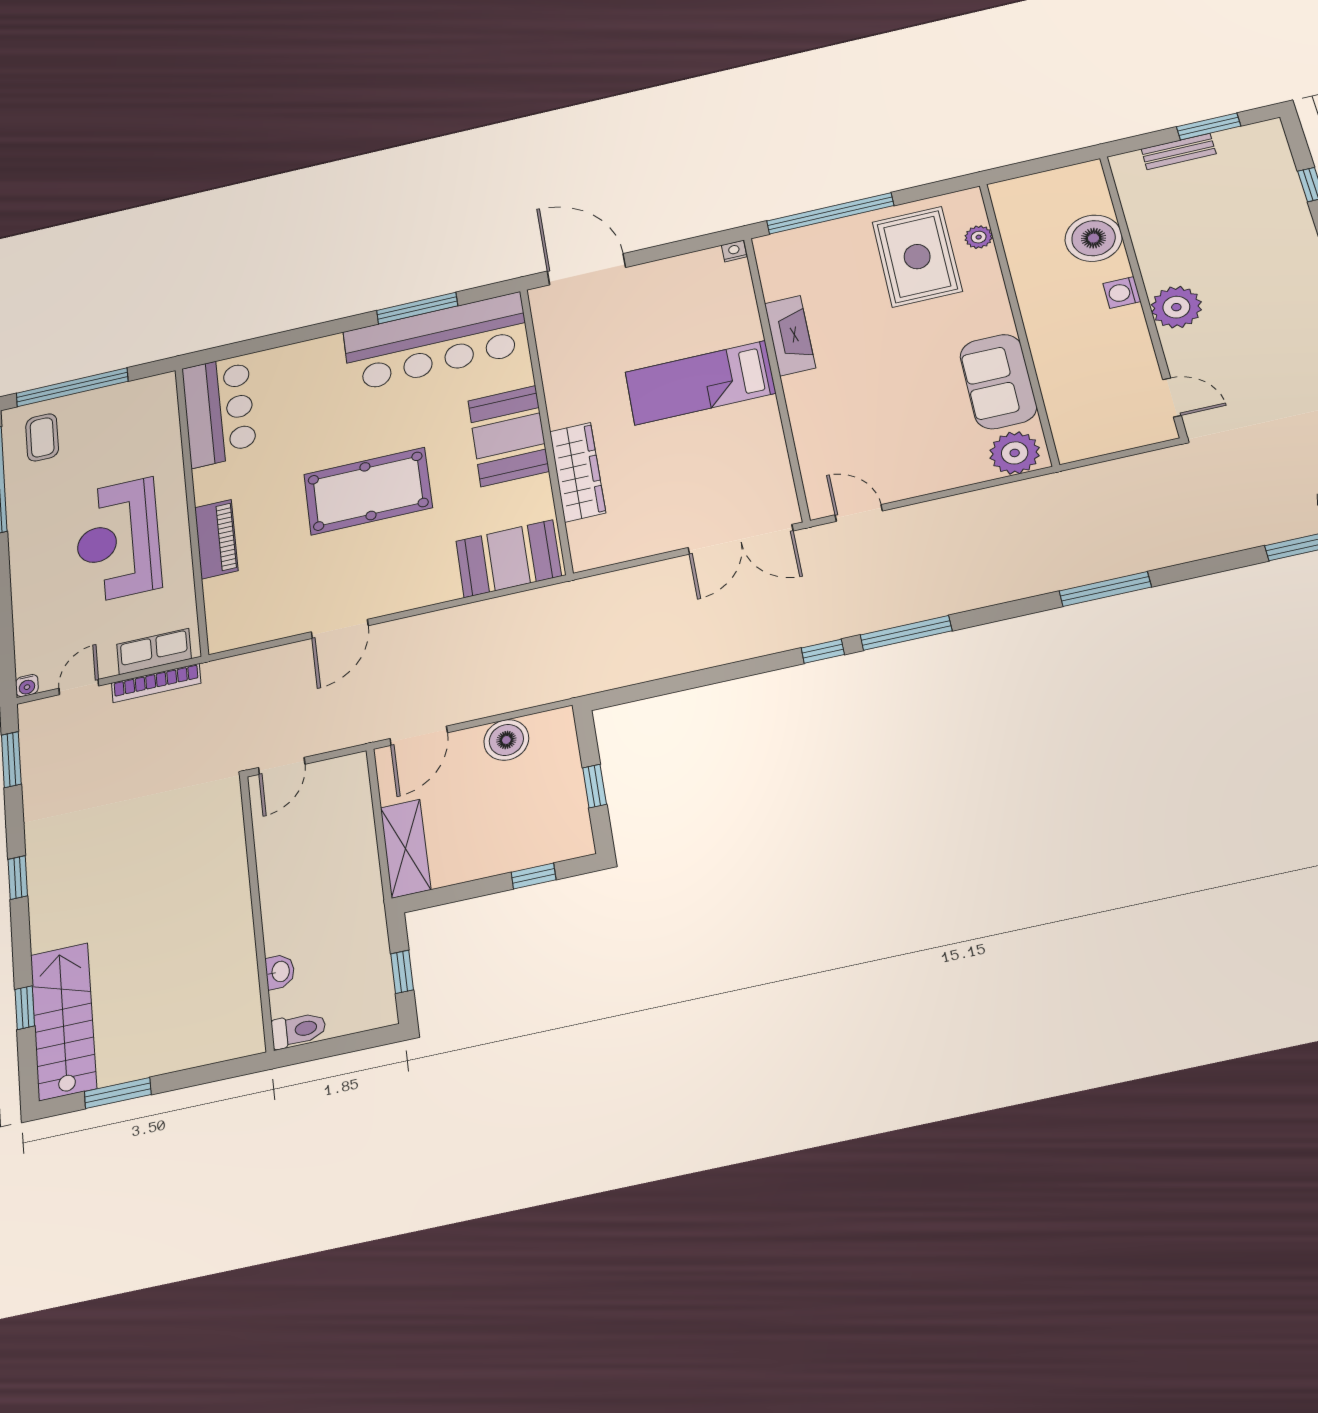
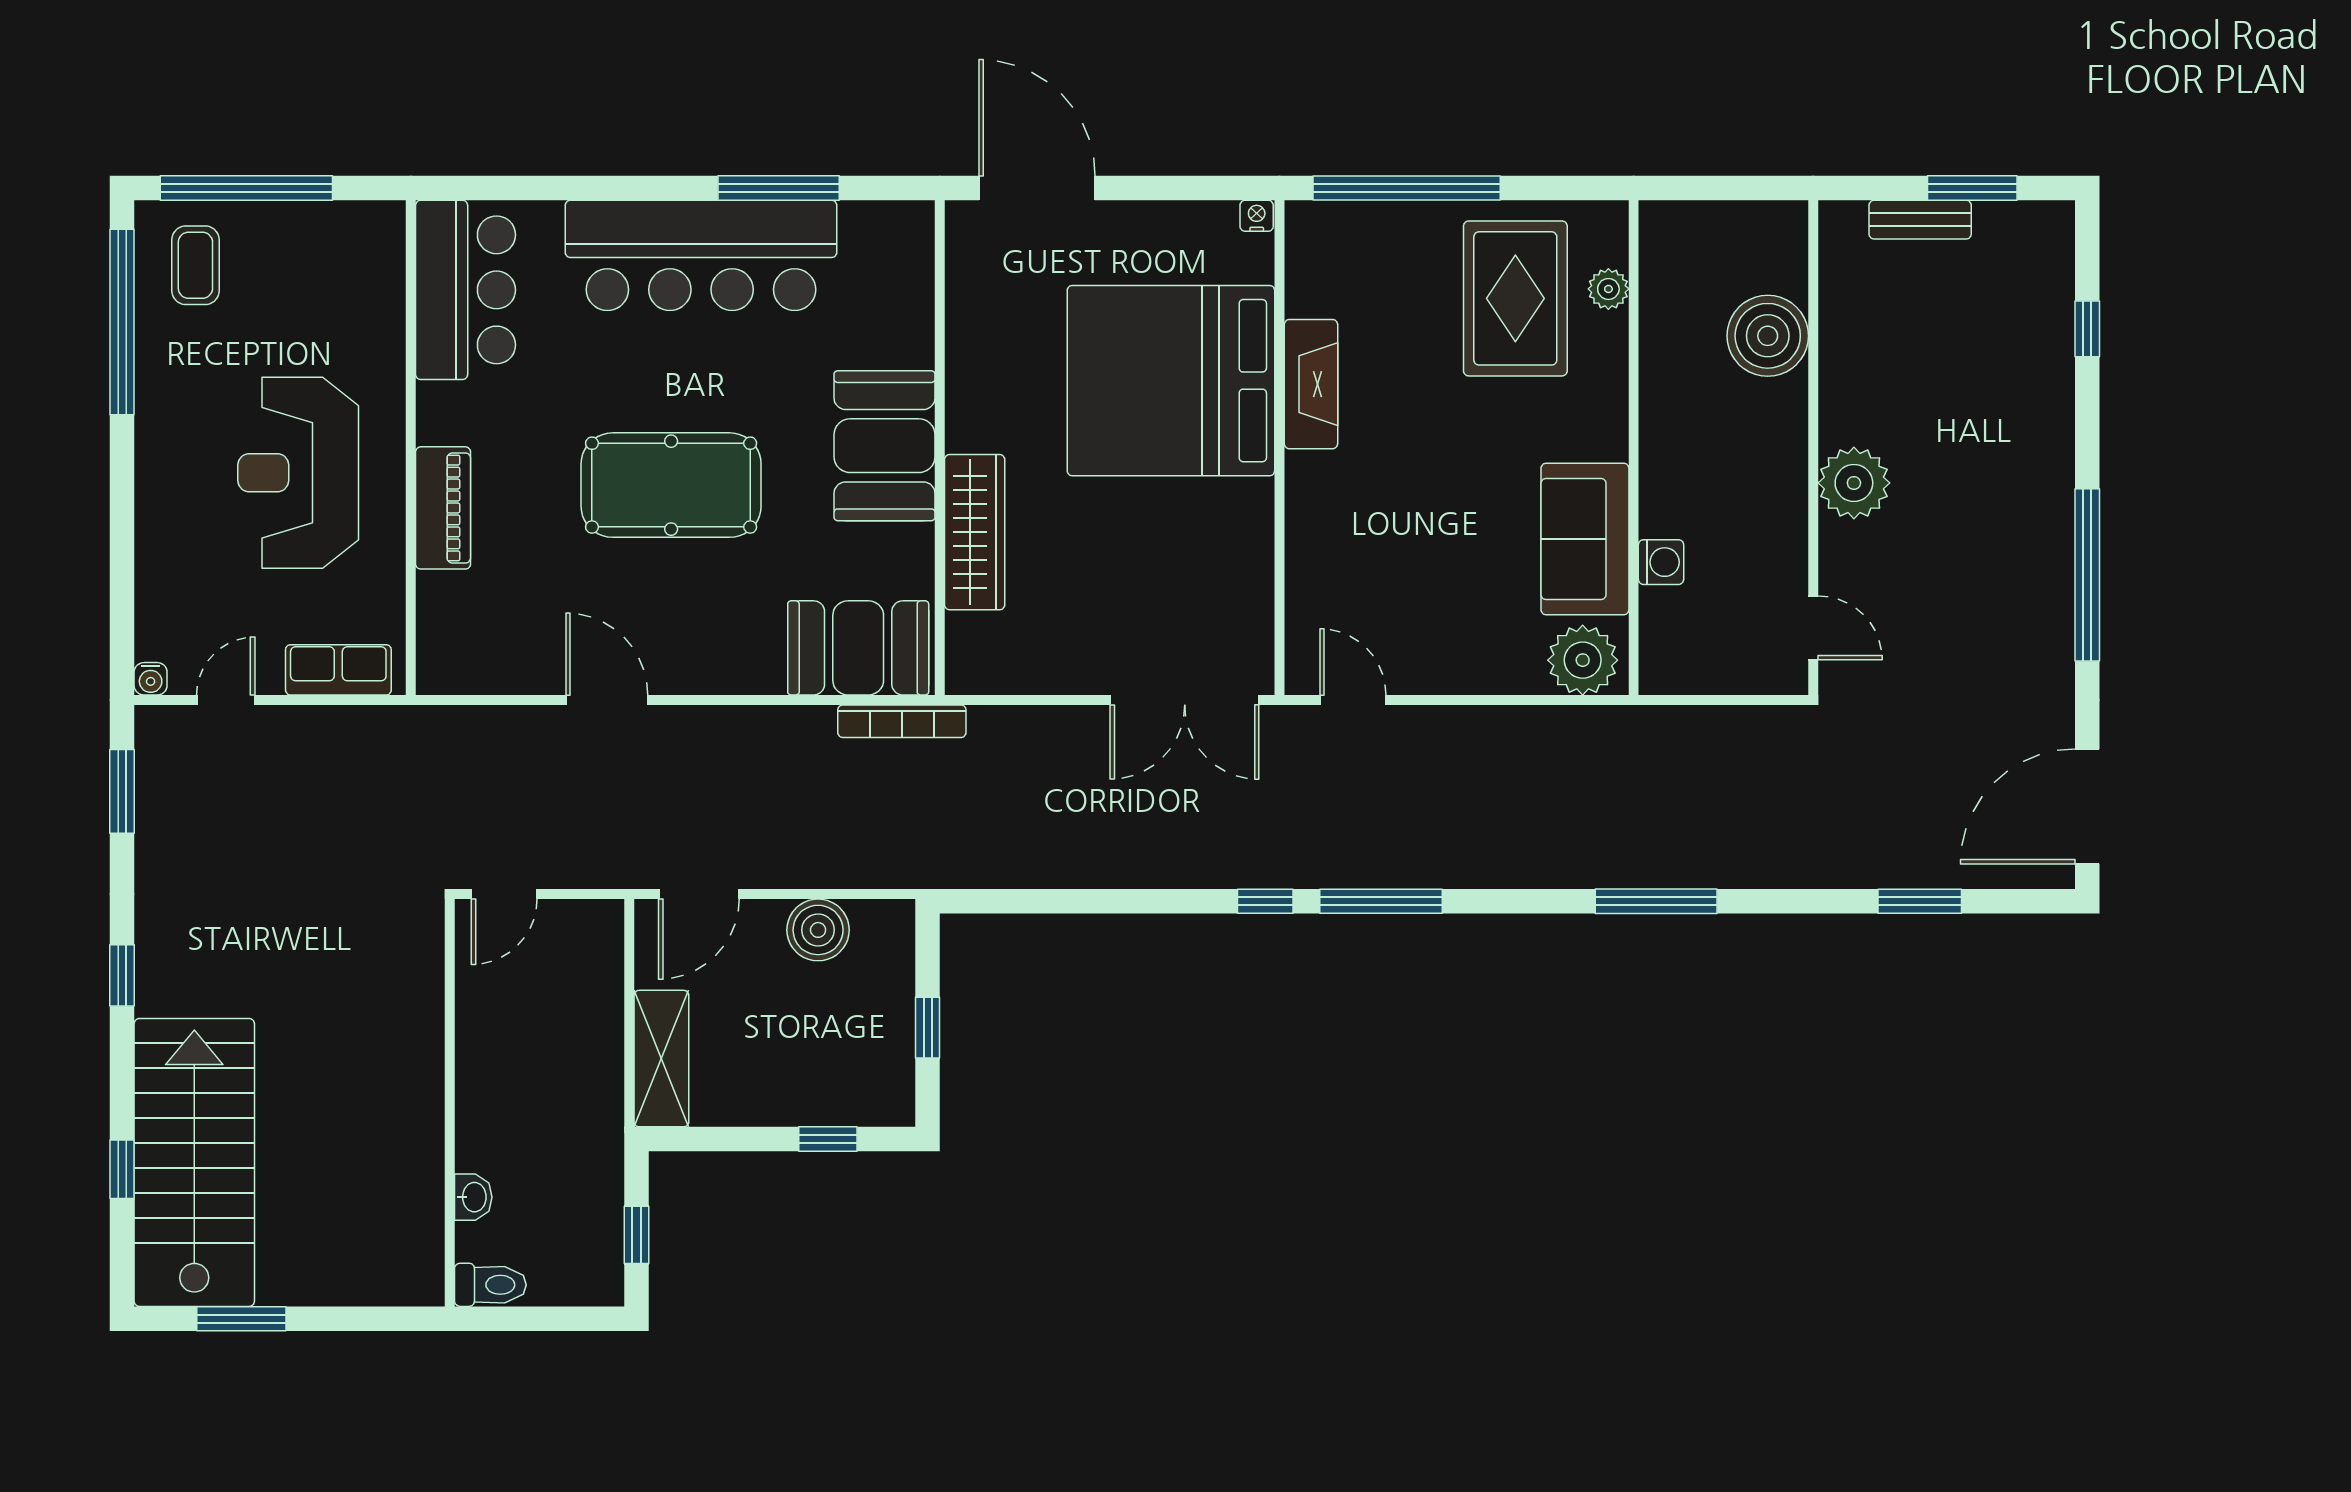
washing machine: (1122, 292) -> (1661, 562), moved, turned 180
bar counter: (436, 342) -> (701, 255), moved
bed: (700, 383) -> (1171, 381), width x2.04
door: (340, 629) -> (607, 700), swing flipped
bookcase: (156, 683) -> (902, 721), moved
stairs: (63, 1021) -> (194, 1162), width x1.36, depth x1.51

